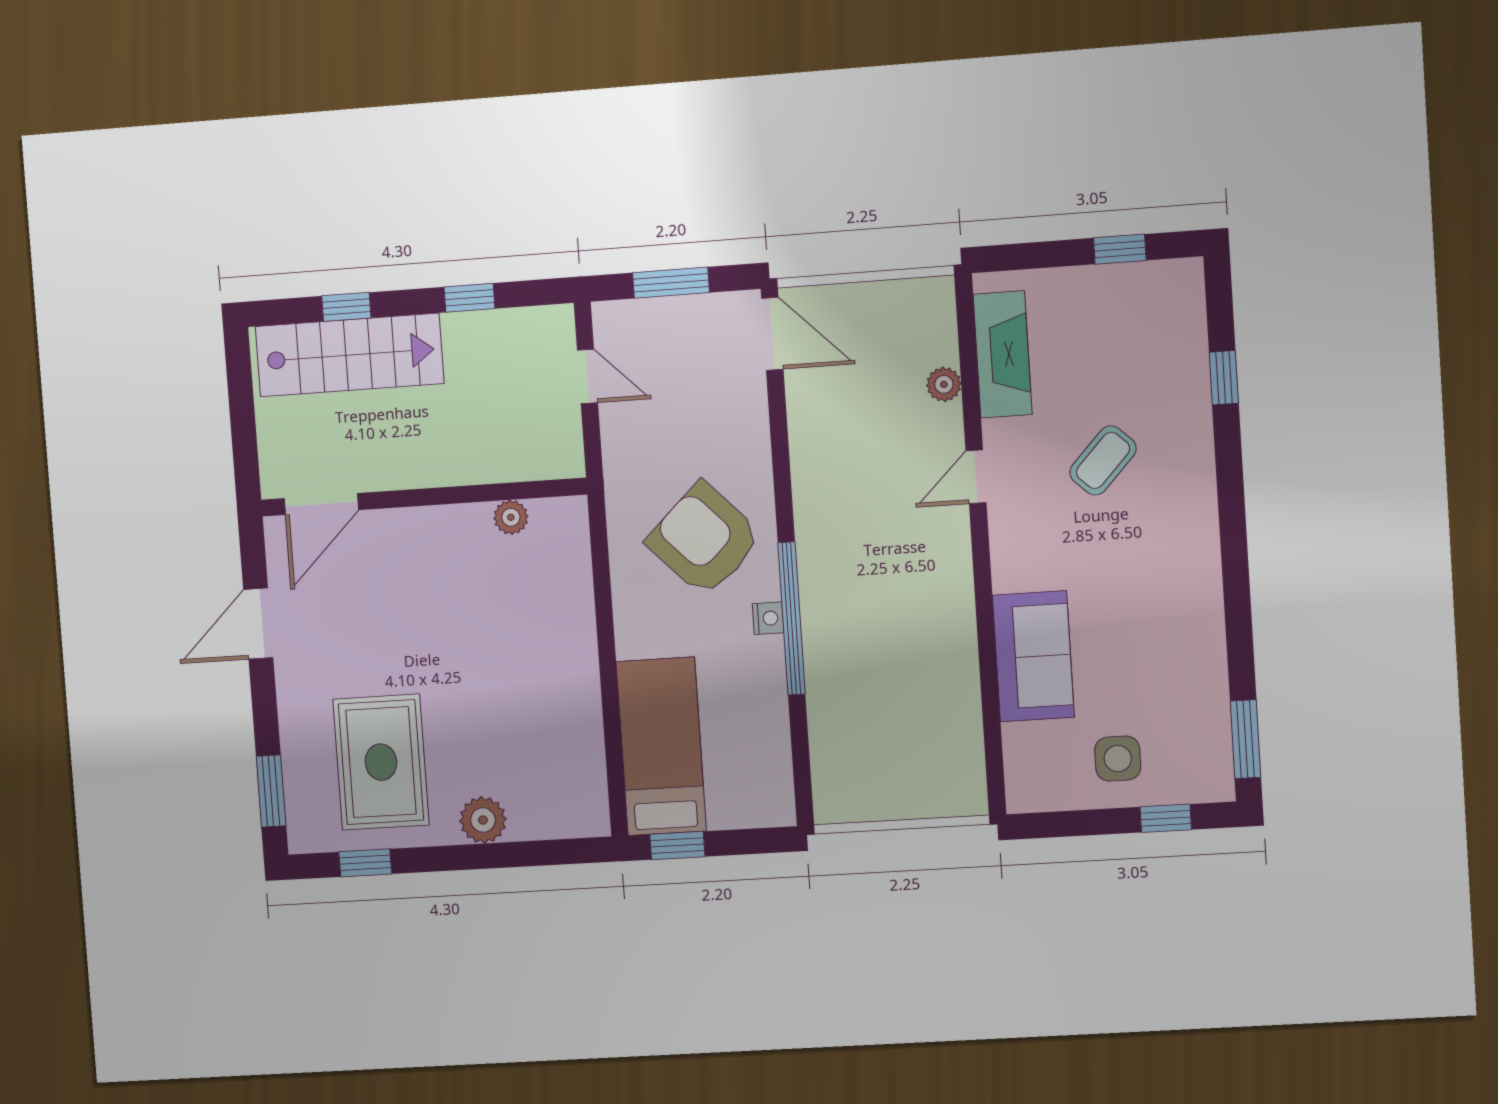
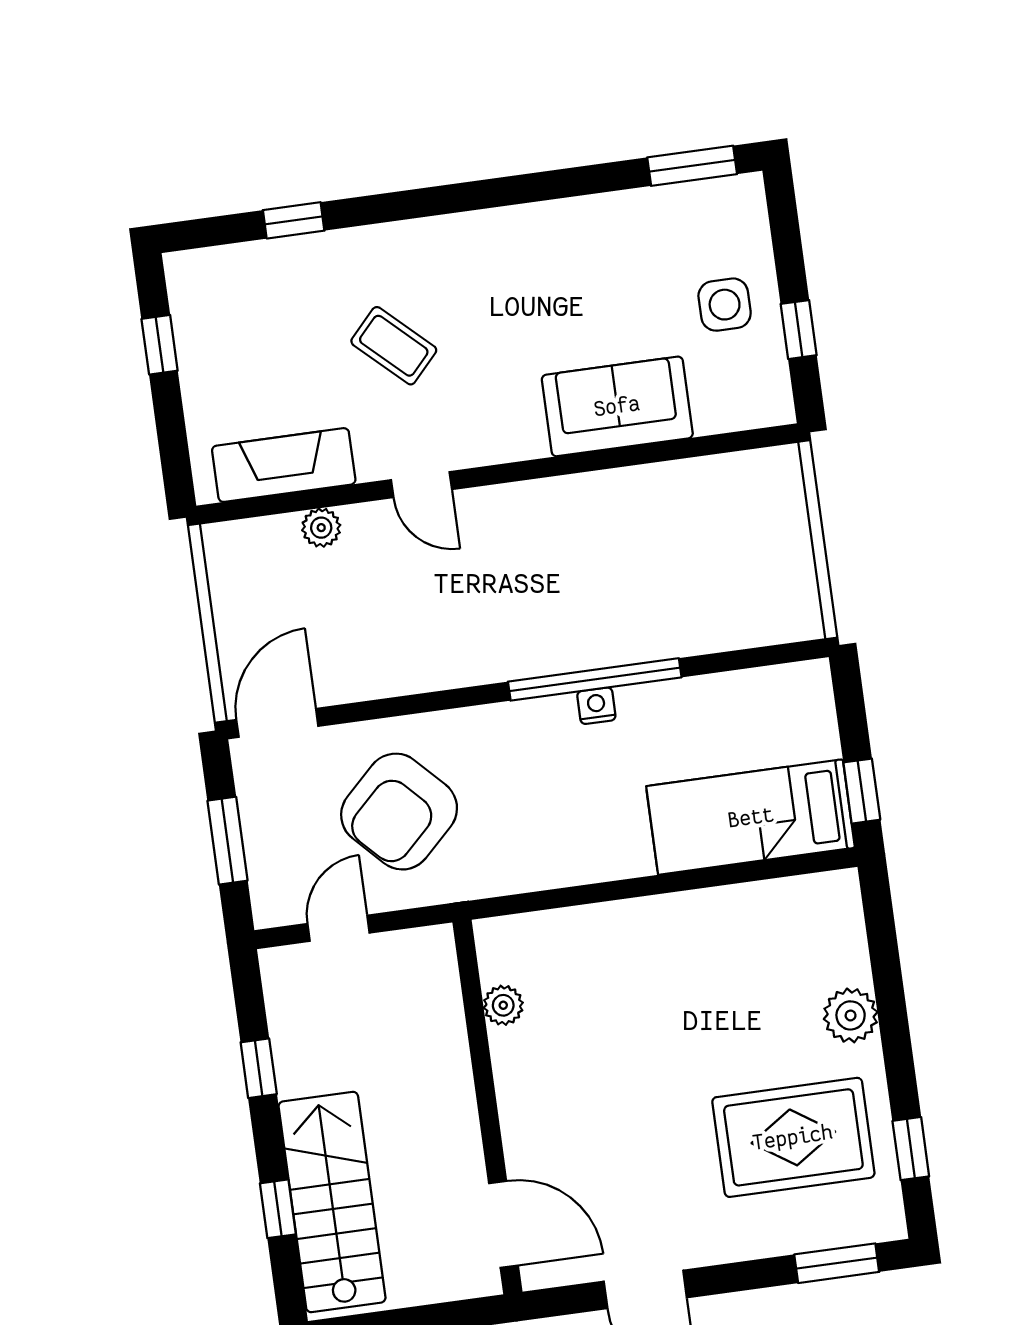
armchair: (704, 539) -> (399, 812), moved
window: (1166, 818) -> (799, 330), moved

